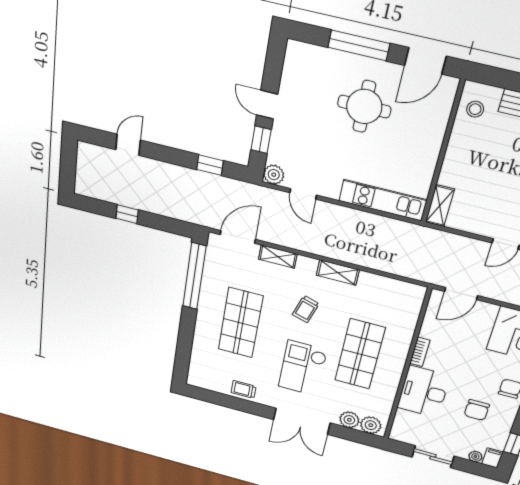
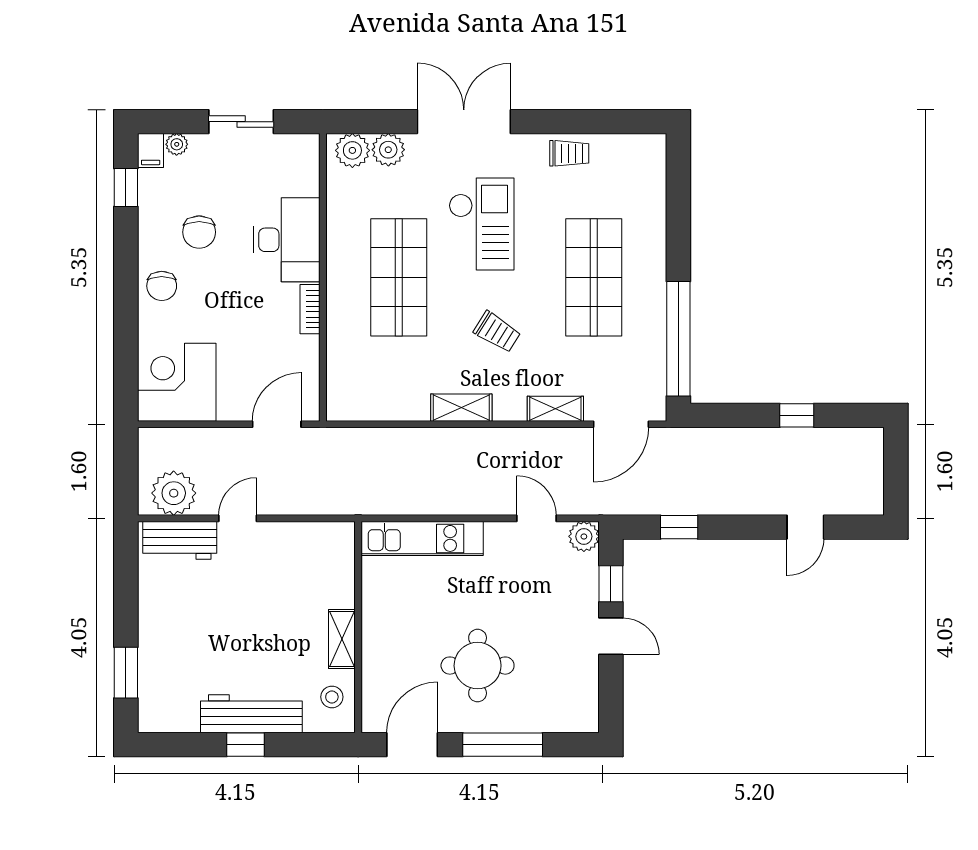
shelving: (440, 206) -> (342, 639), moved
trolley: (306, 309) -> (497, 332), turned 105
chair: (477, 410) -> (199, 232), turned 180

